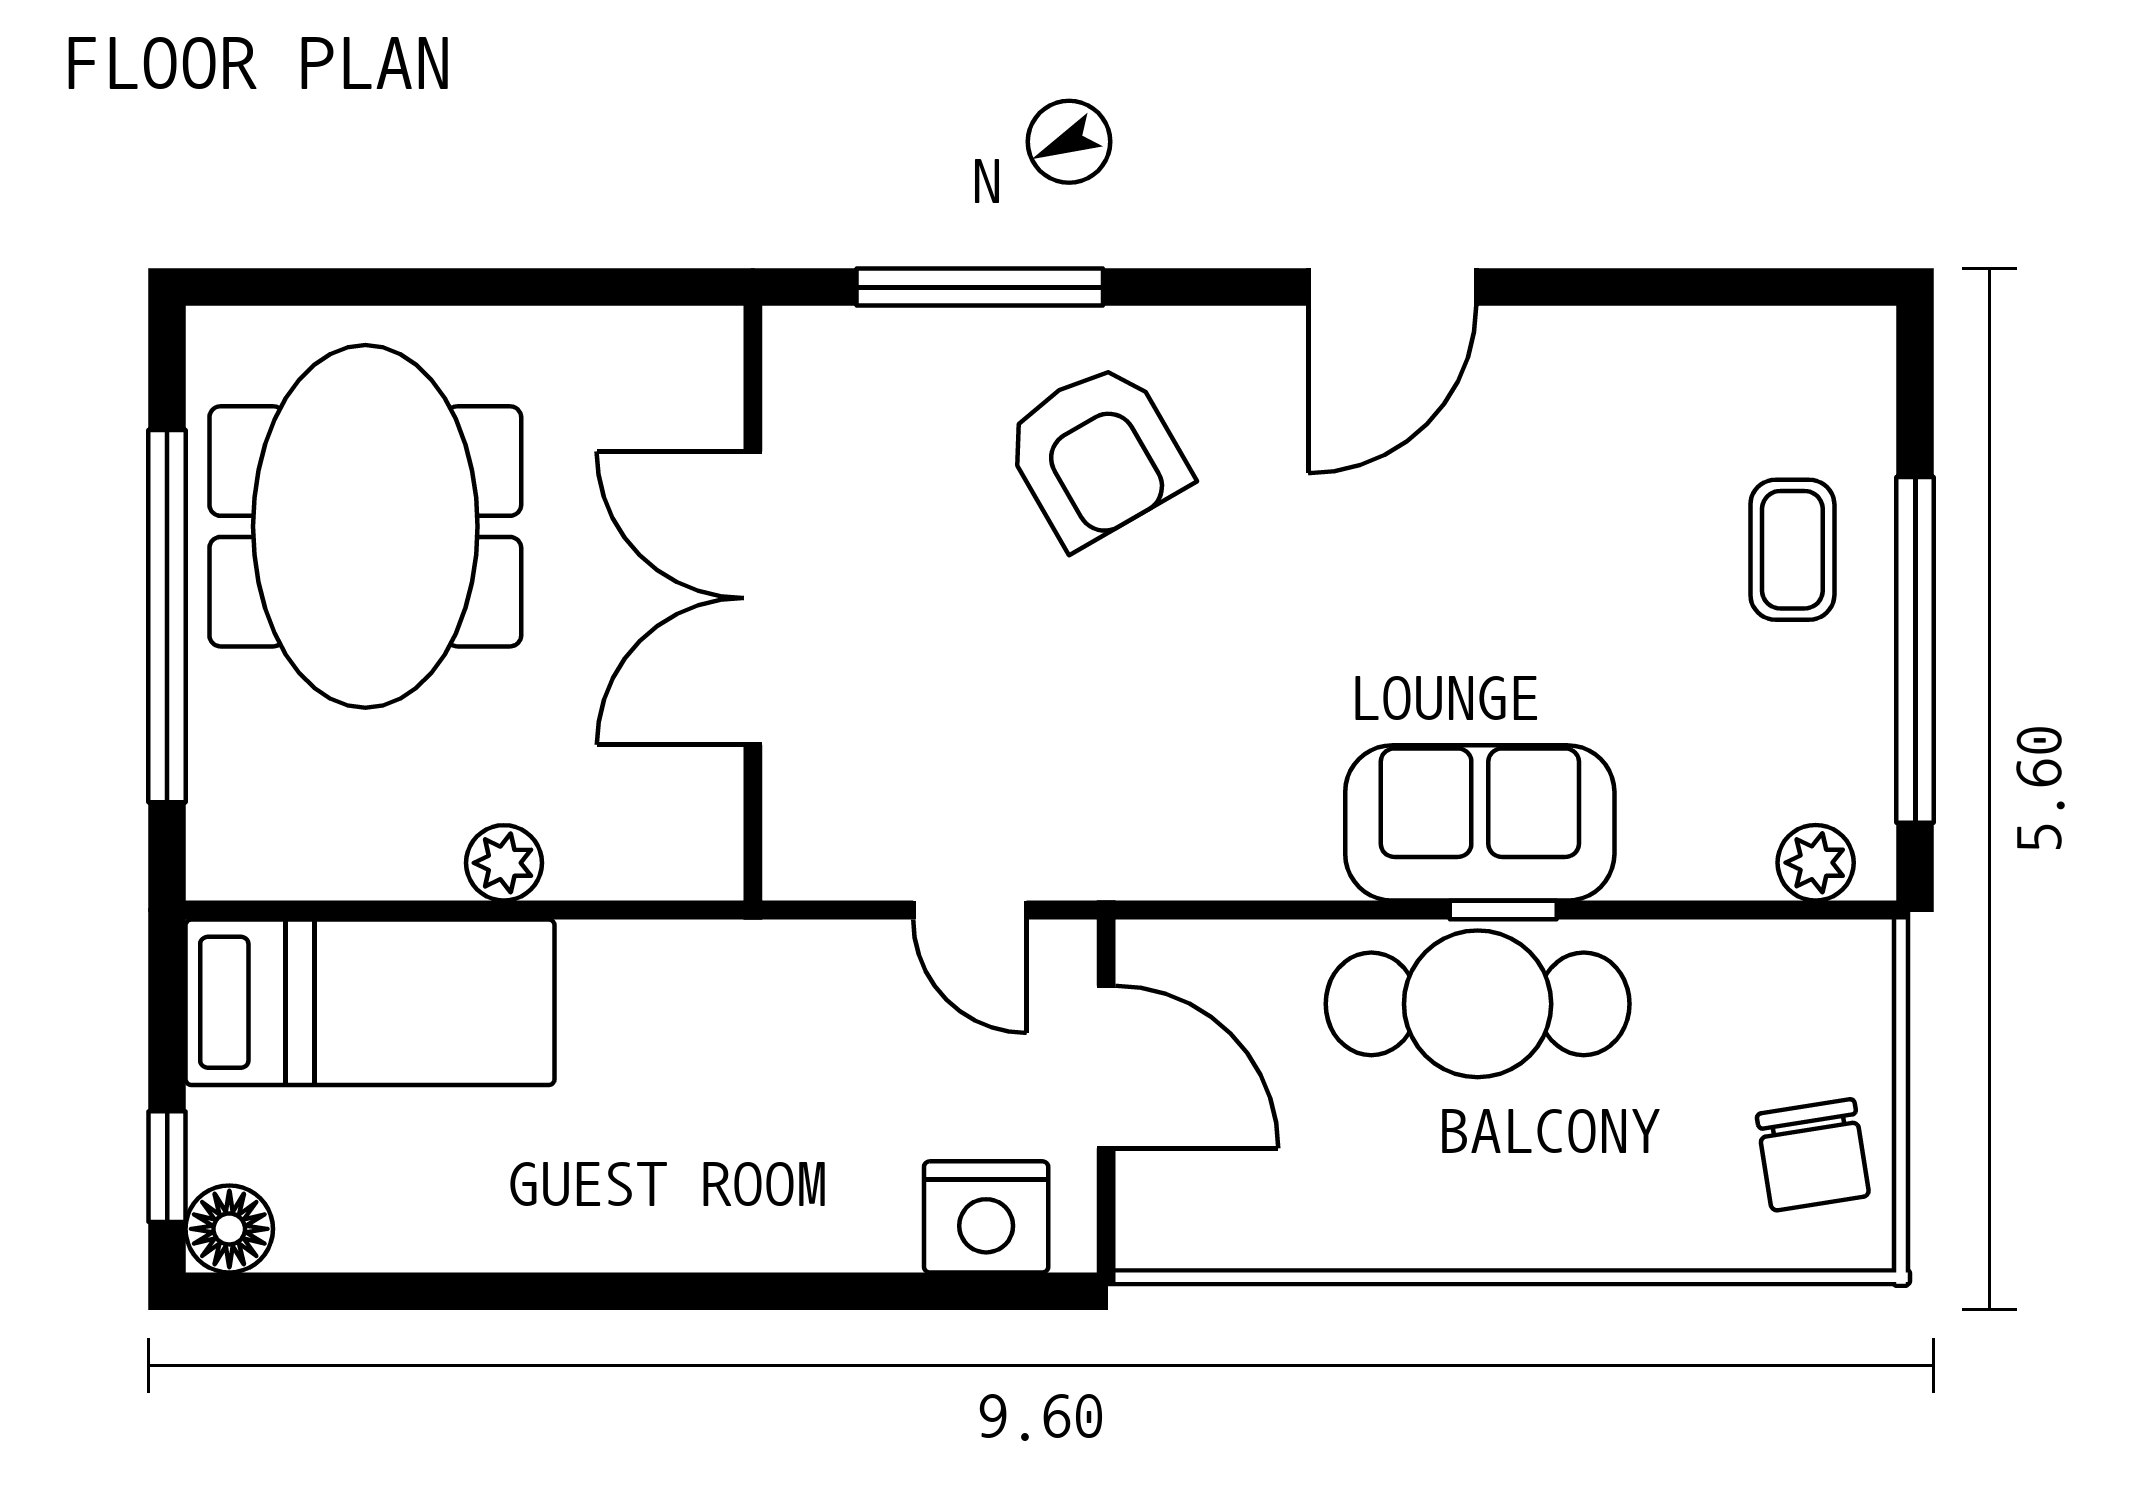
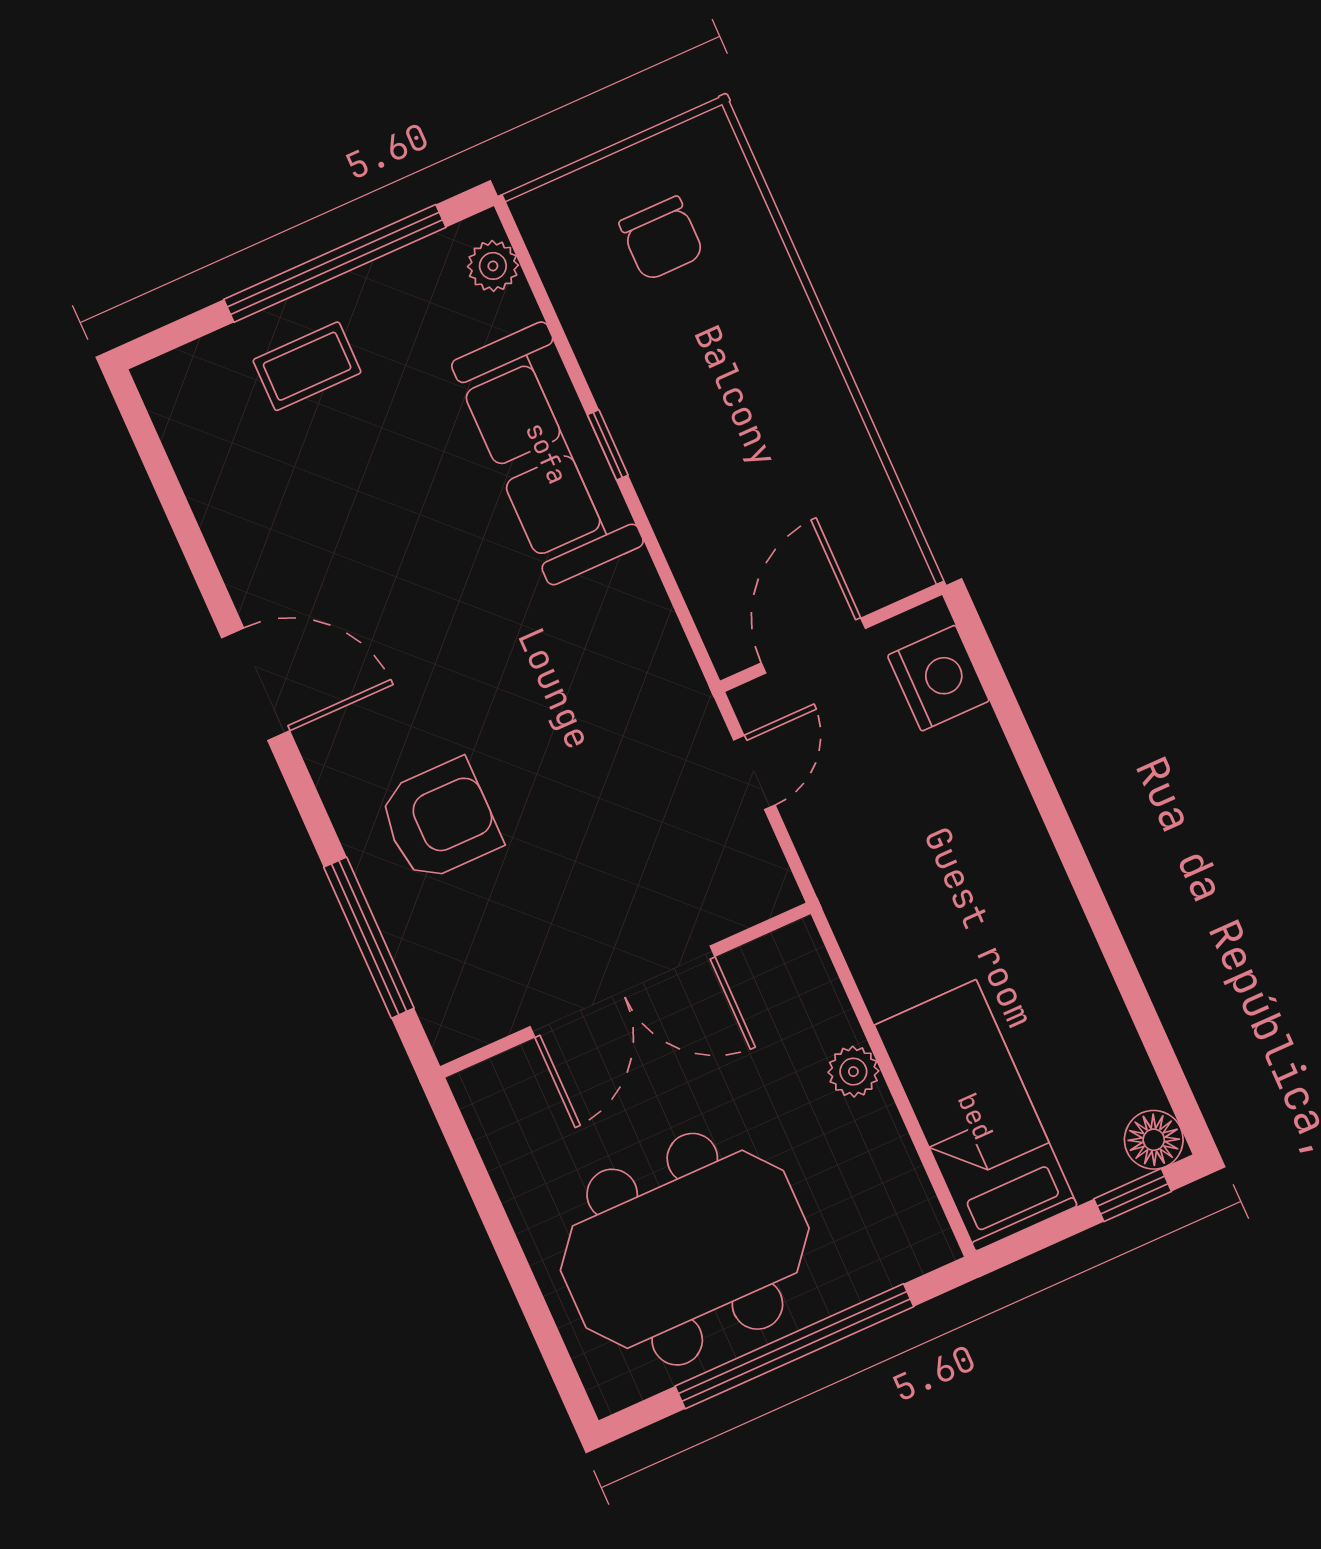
armchair: (1096, 454) -> (440, 820), turned 30
sofa: (1480, 823) -> (547, 453), width x1.36
cafe table: (1478, 1004) -> (672, 435), removed
chair: (1813, 1155) -> (661, 239), moved, turned 99

